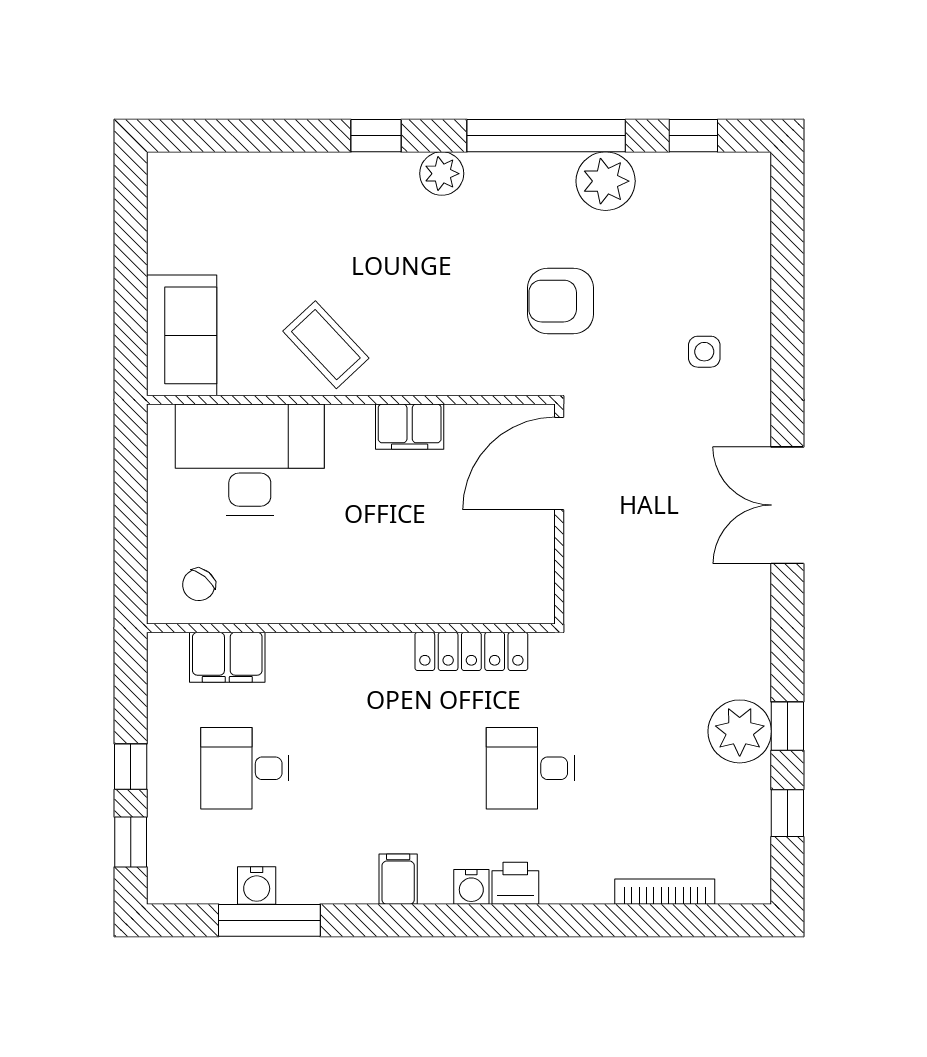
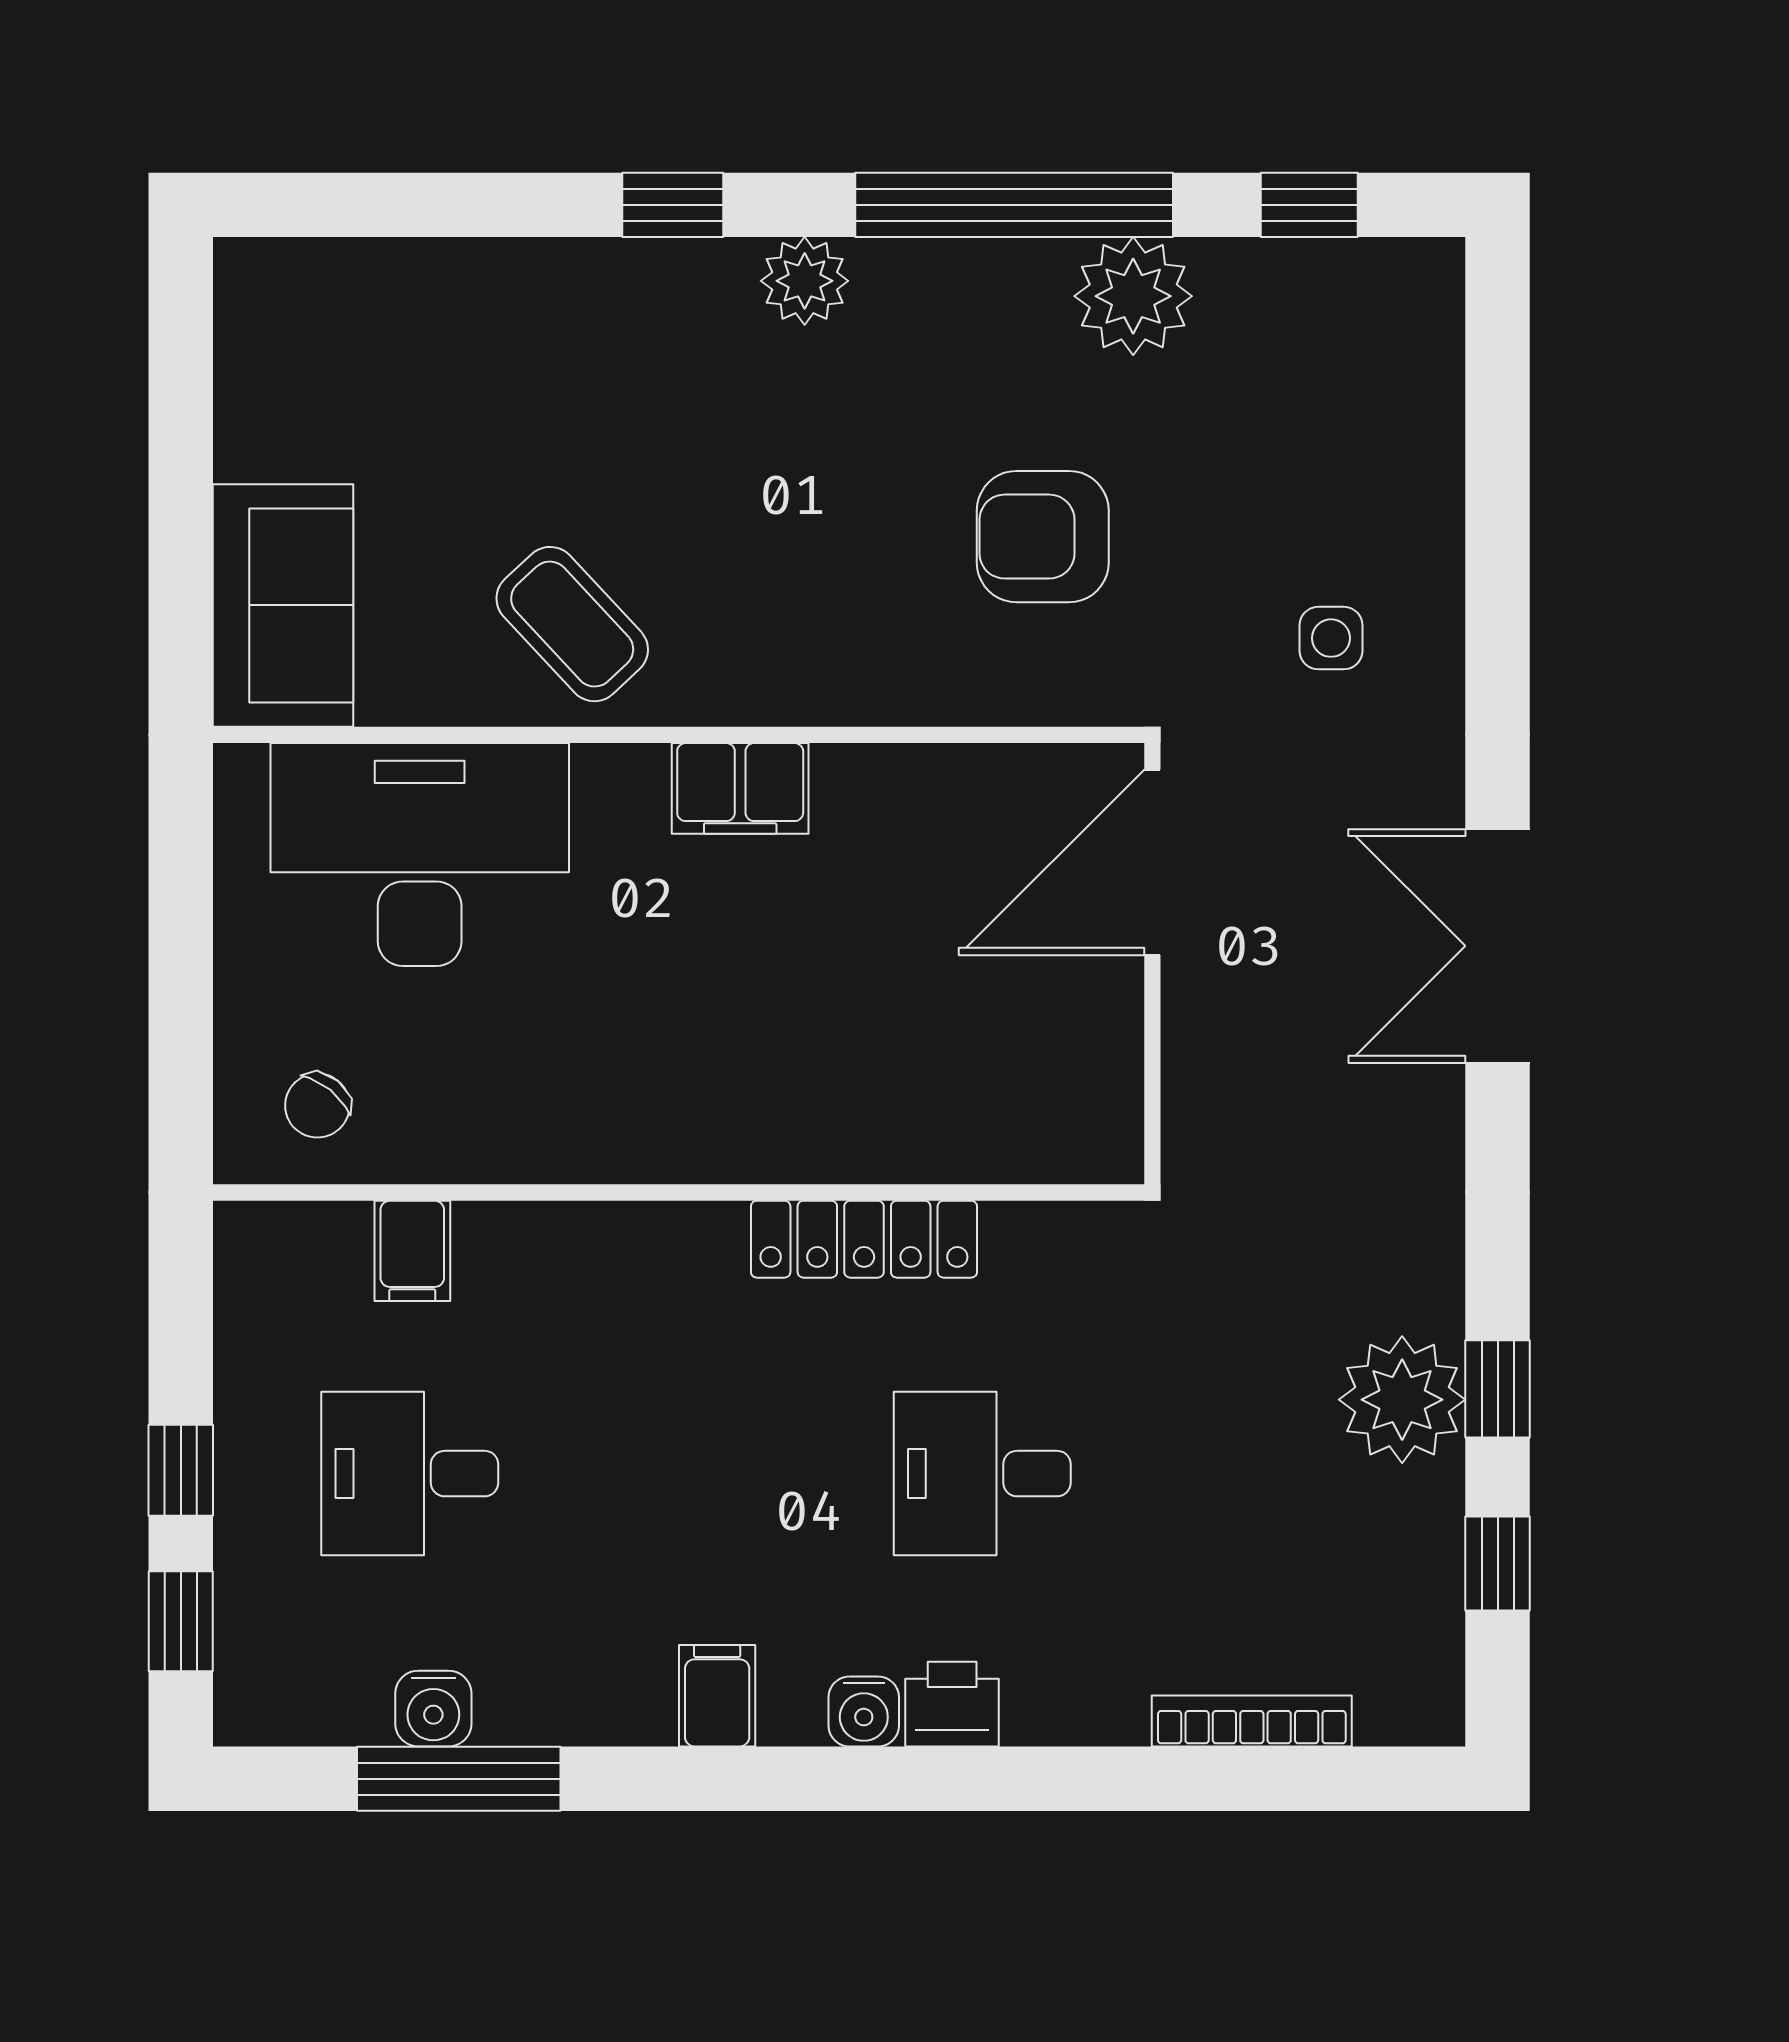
door: (559, 463) -> (1152, 862), moved
wall: (559, 514) -> (1152, 964), moved
filing cabinet: (227, 657) -> (412, 1251), width x0.50

